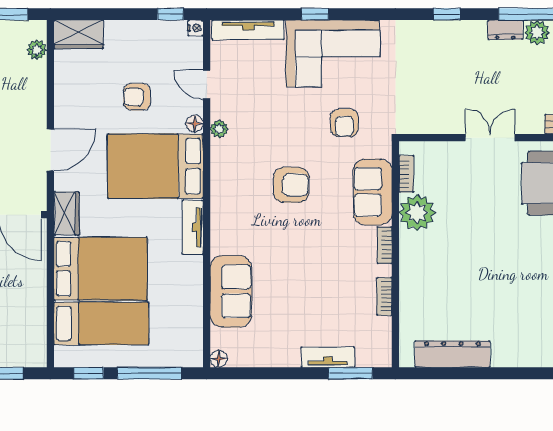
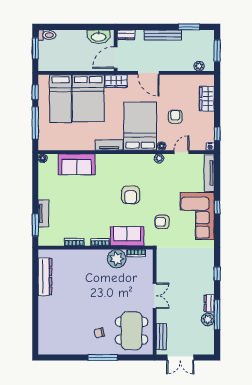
wardrobe: (79, 34) -> (207, 99), moved

